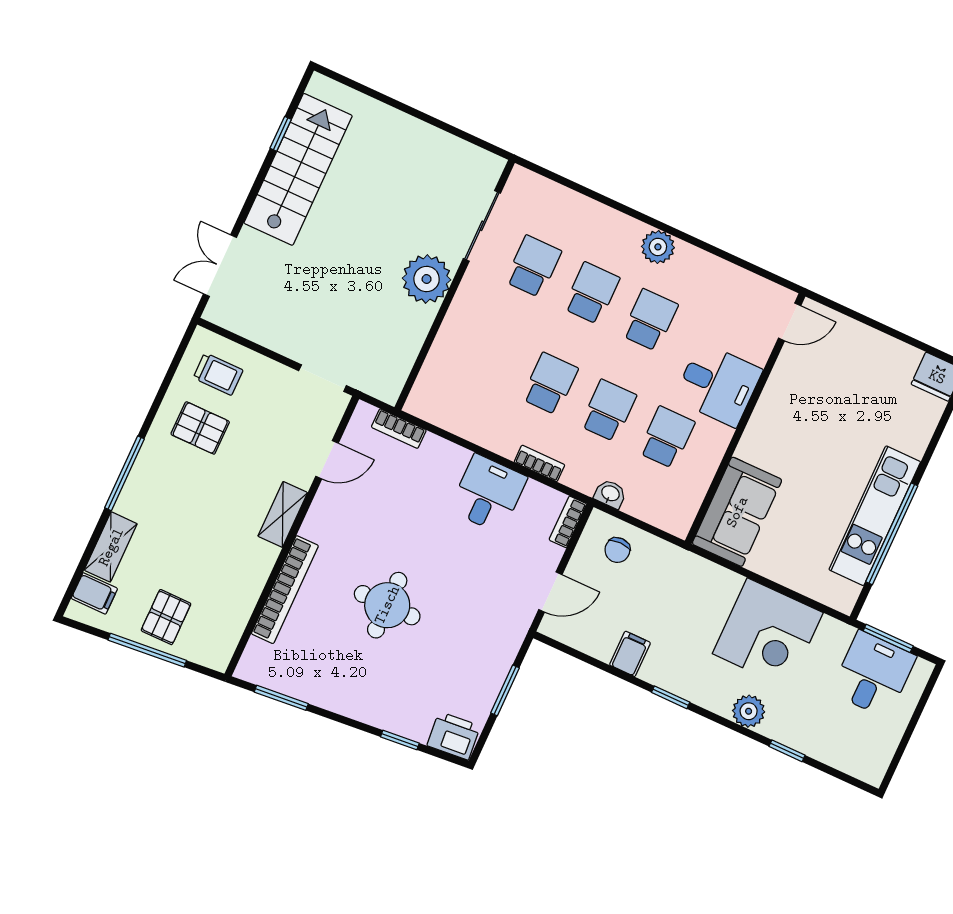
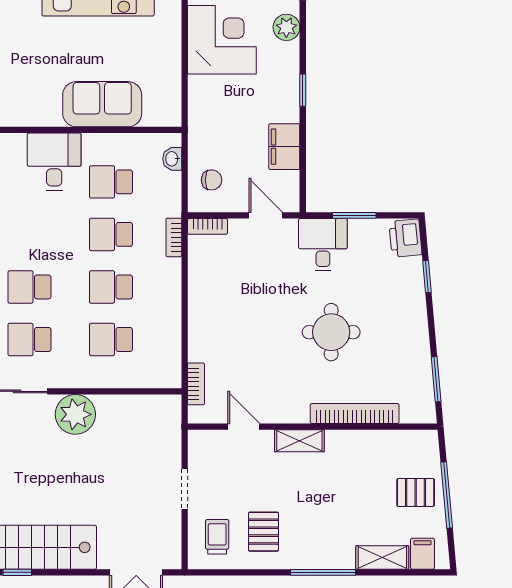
school desk: (650, 320) -> (111, 339), moved
doorway: (323, 378) -> (185, 489), moved
bookcase: (539, 463) -> (174, 237), moved
desk: (488, 494) -> (323, 245), moved, turned 90
washbasin: (610, 494) -> (172, 159), moved
sofa: (737, 512) -> (102, 104), moved
filing cabinet: (630, 654) -> (284, 147), width x2.00

